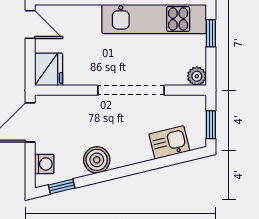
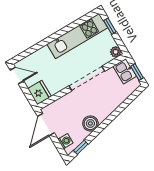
kitchen sink: (169, 142) -> (125, 71), moved, turned -76

